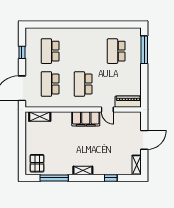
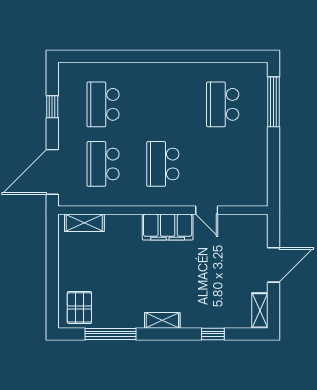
piano: (128, 102) -> (244, 196), removed

